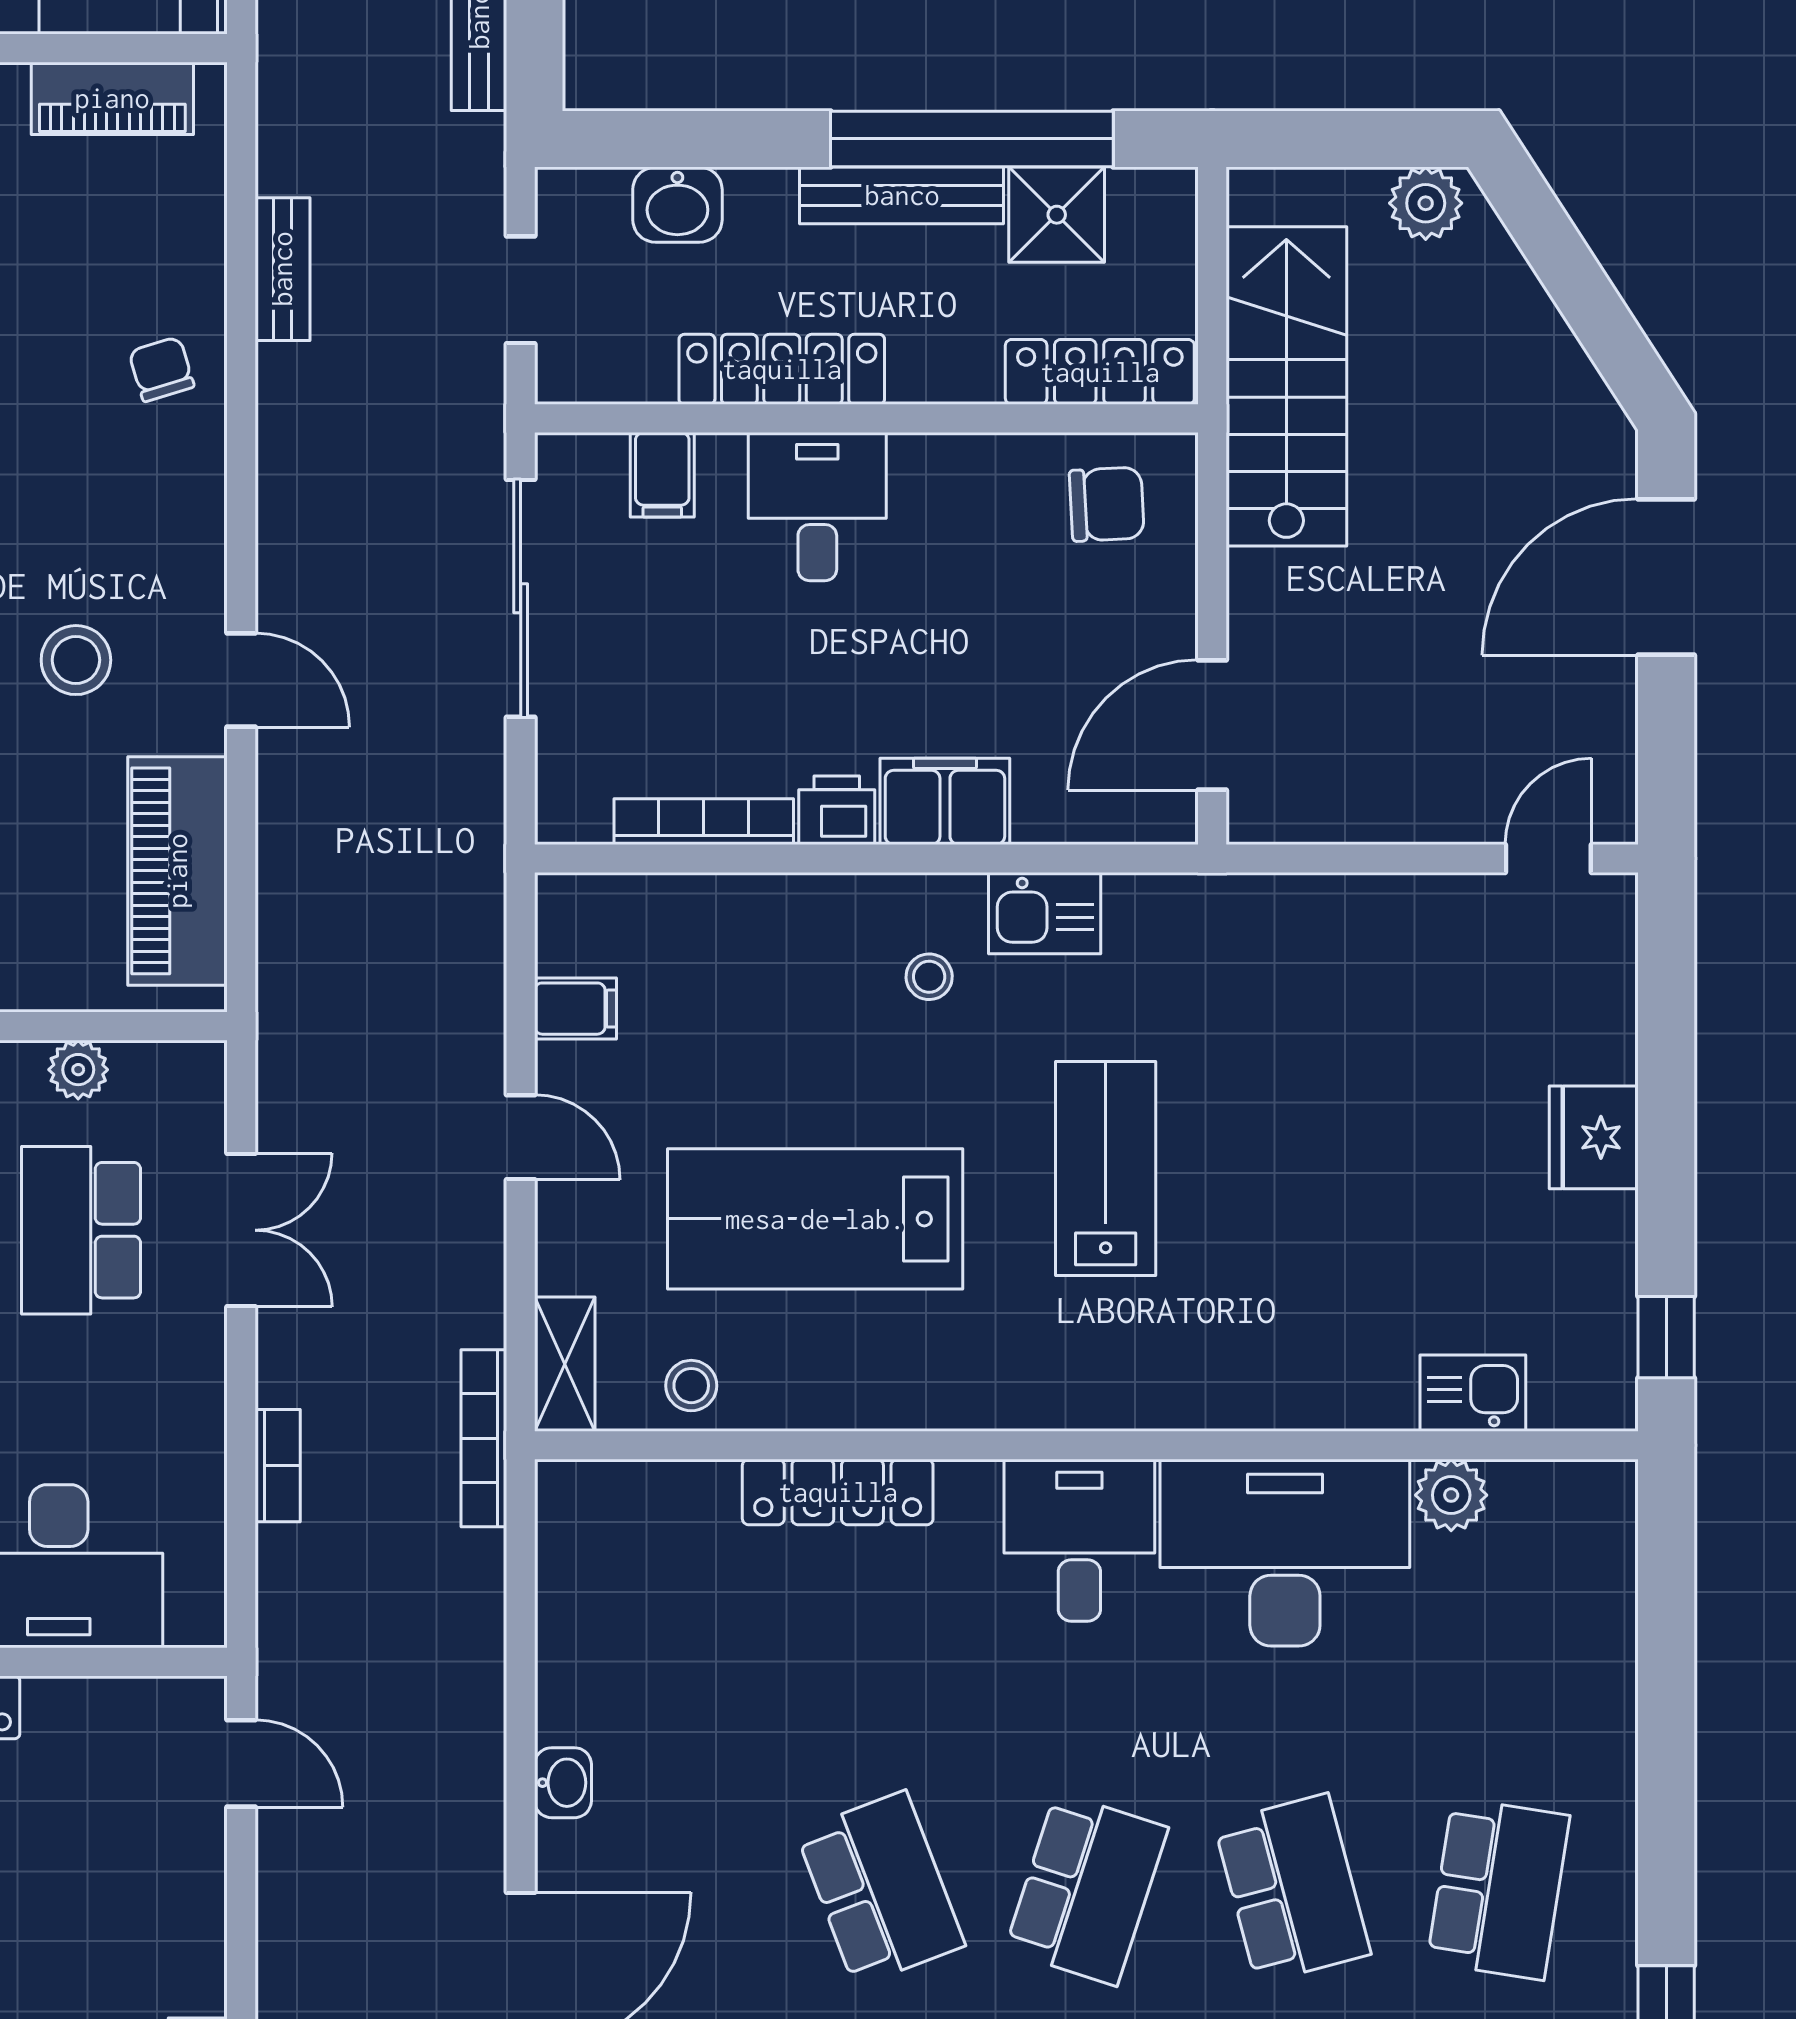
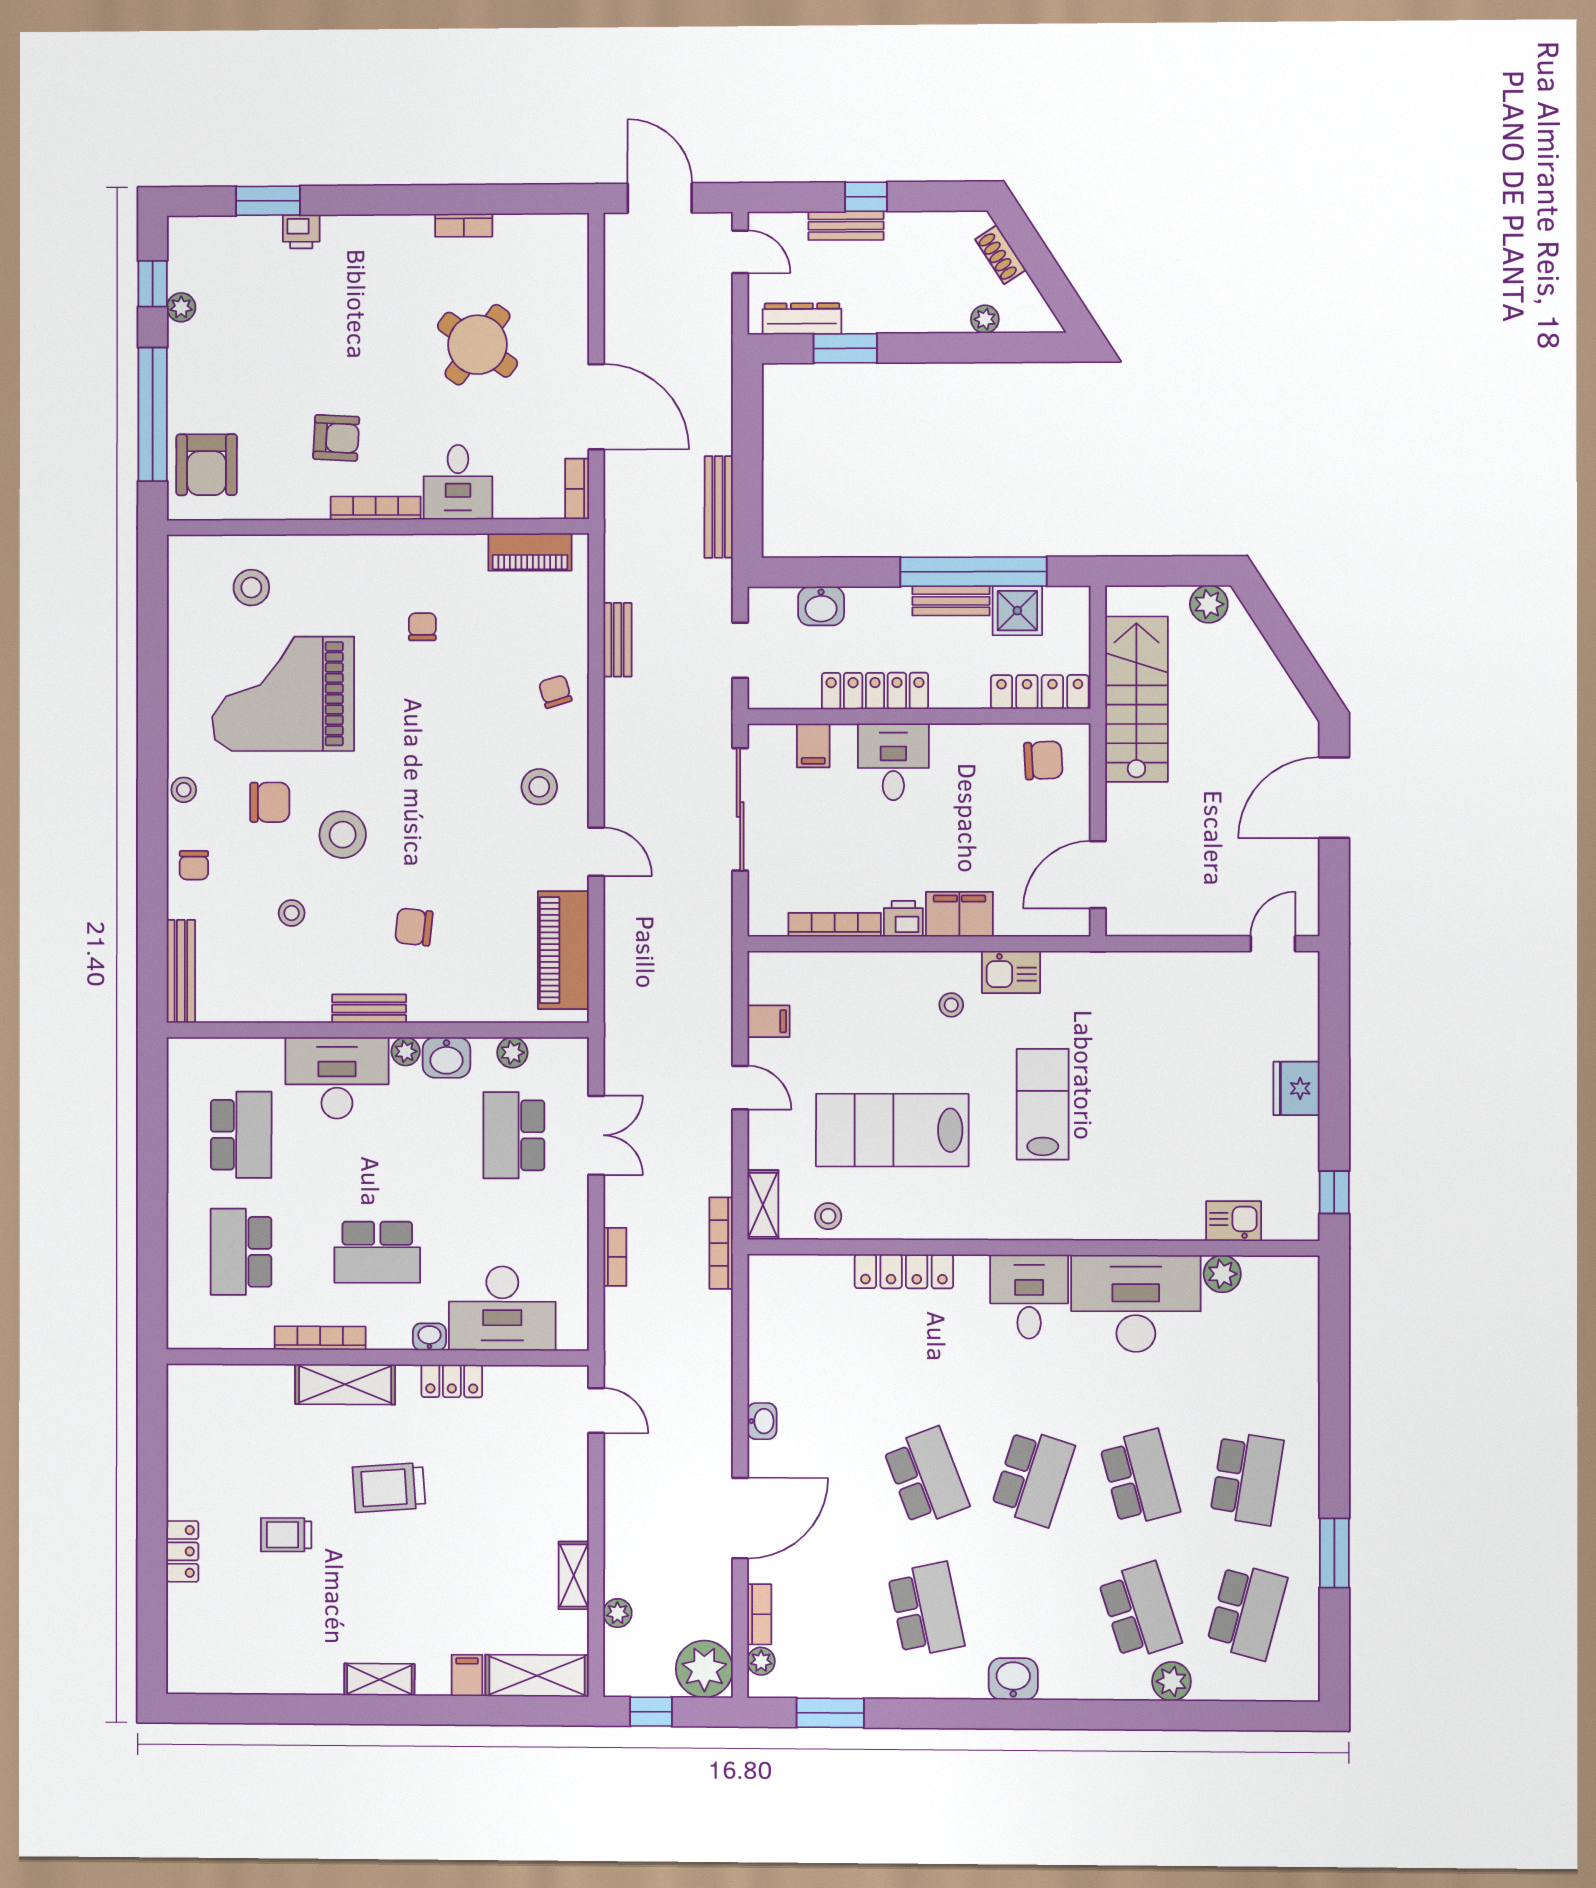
bench: (902, 195) -> (951, 601), width x0.73
stool: (76, 660) -> (539, 787), moved

